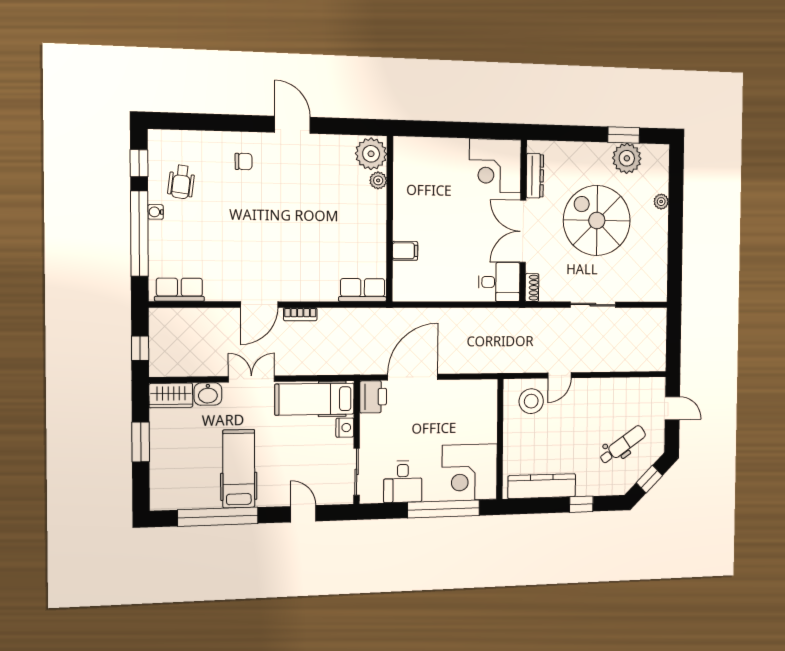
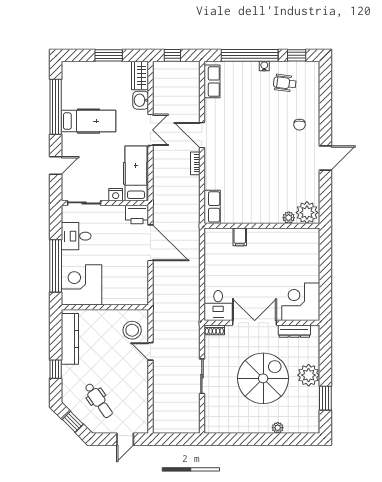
plant: (627, 158) -> (309, 375), moved

